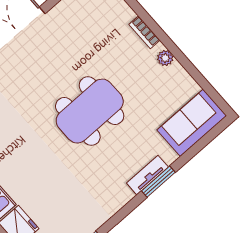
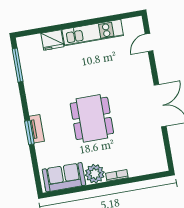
plant: (165, 58) -> (95, 174), width x1.87, depth x1.87
sofa: (192, 123) -> (64, 177), moved, turned -90

